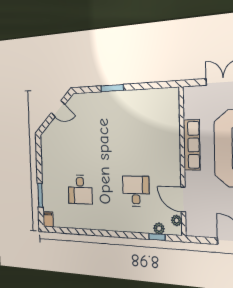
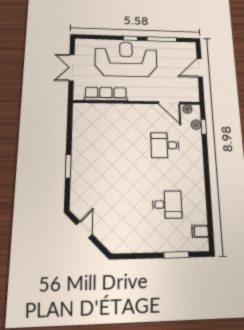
row of seats: (192, 145) -> (106, 94), moved
door: (183, 200) -> (169, 103), hinge flipped
filing cabinet: (48, 219) -> (200, 231), moved

